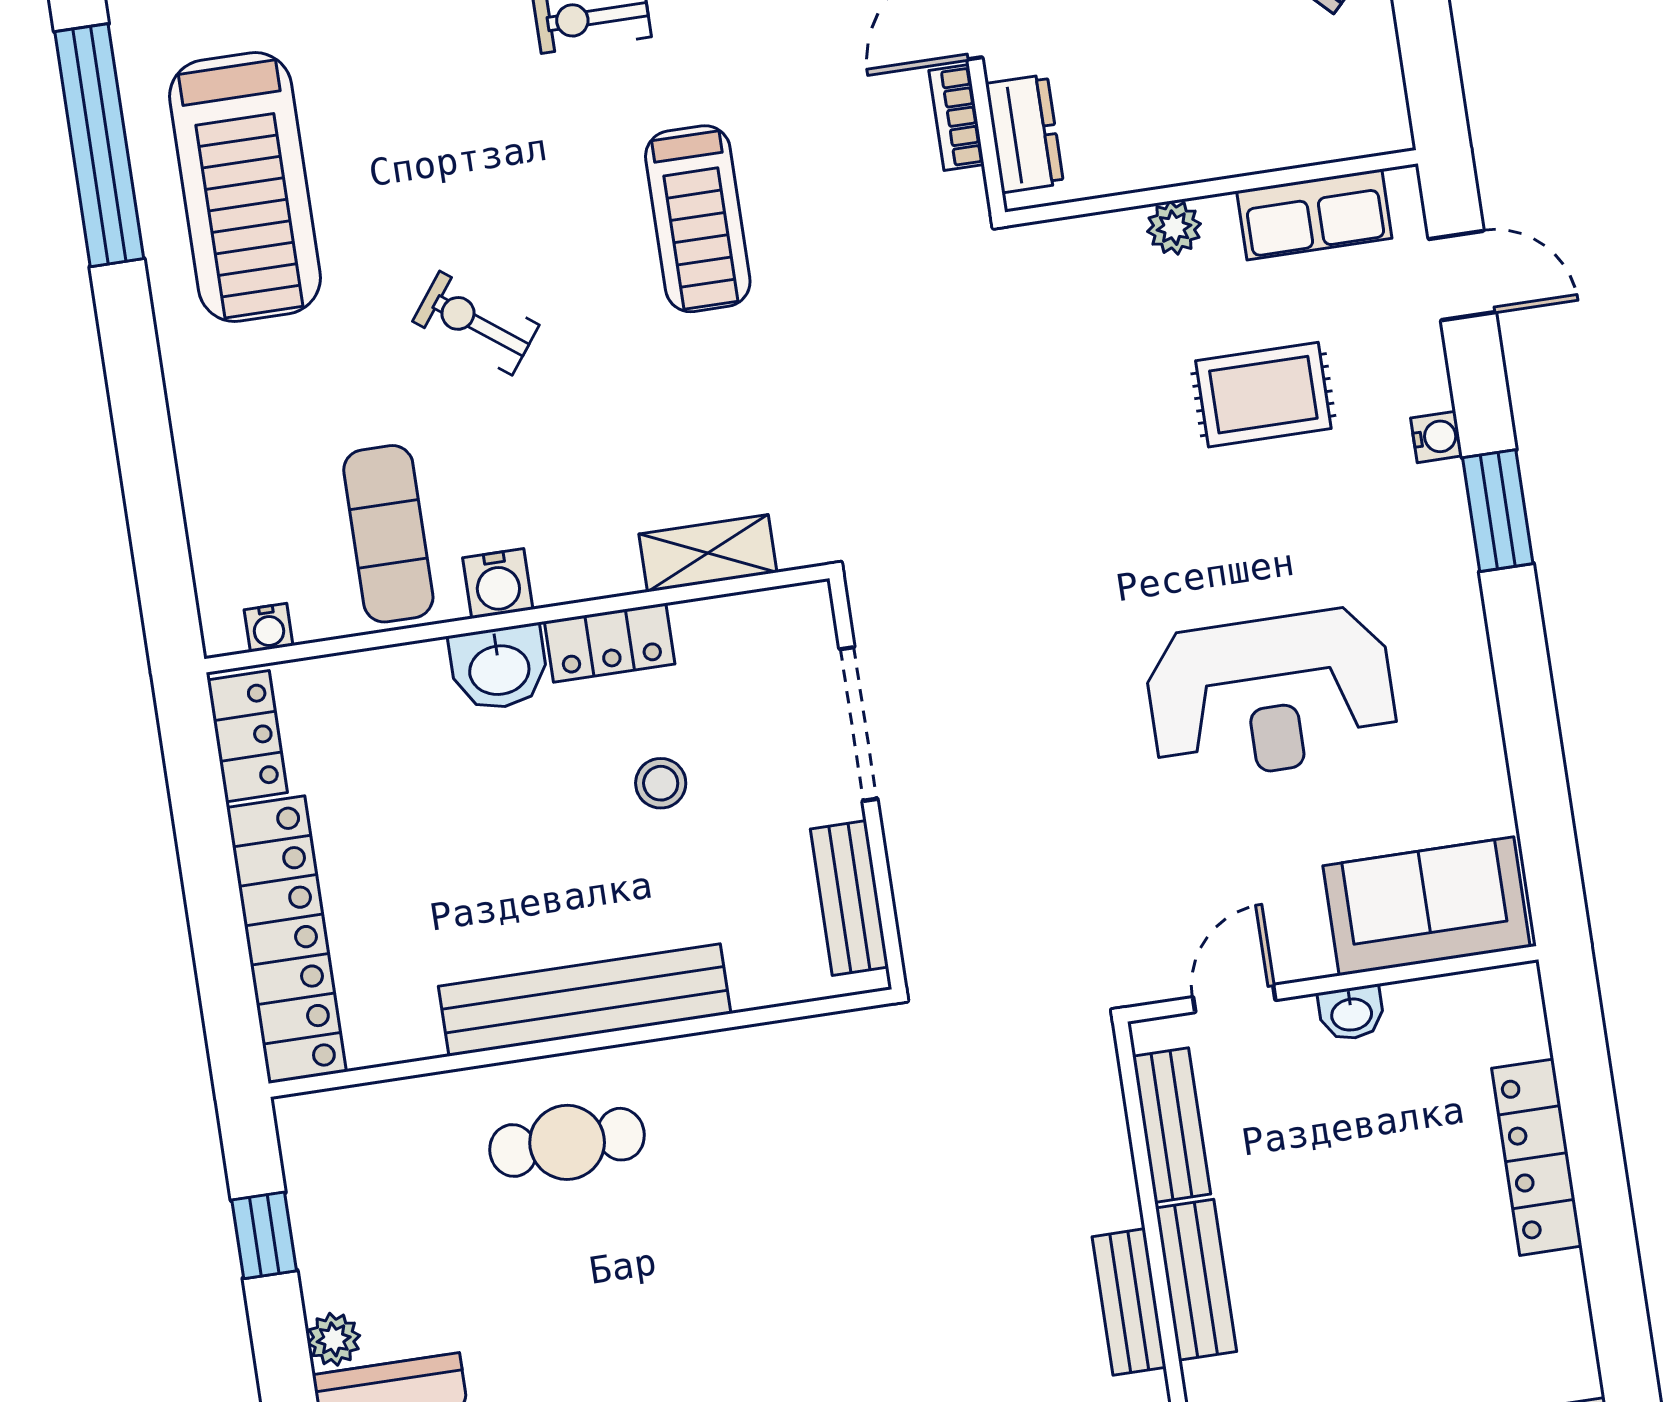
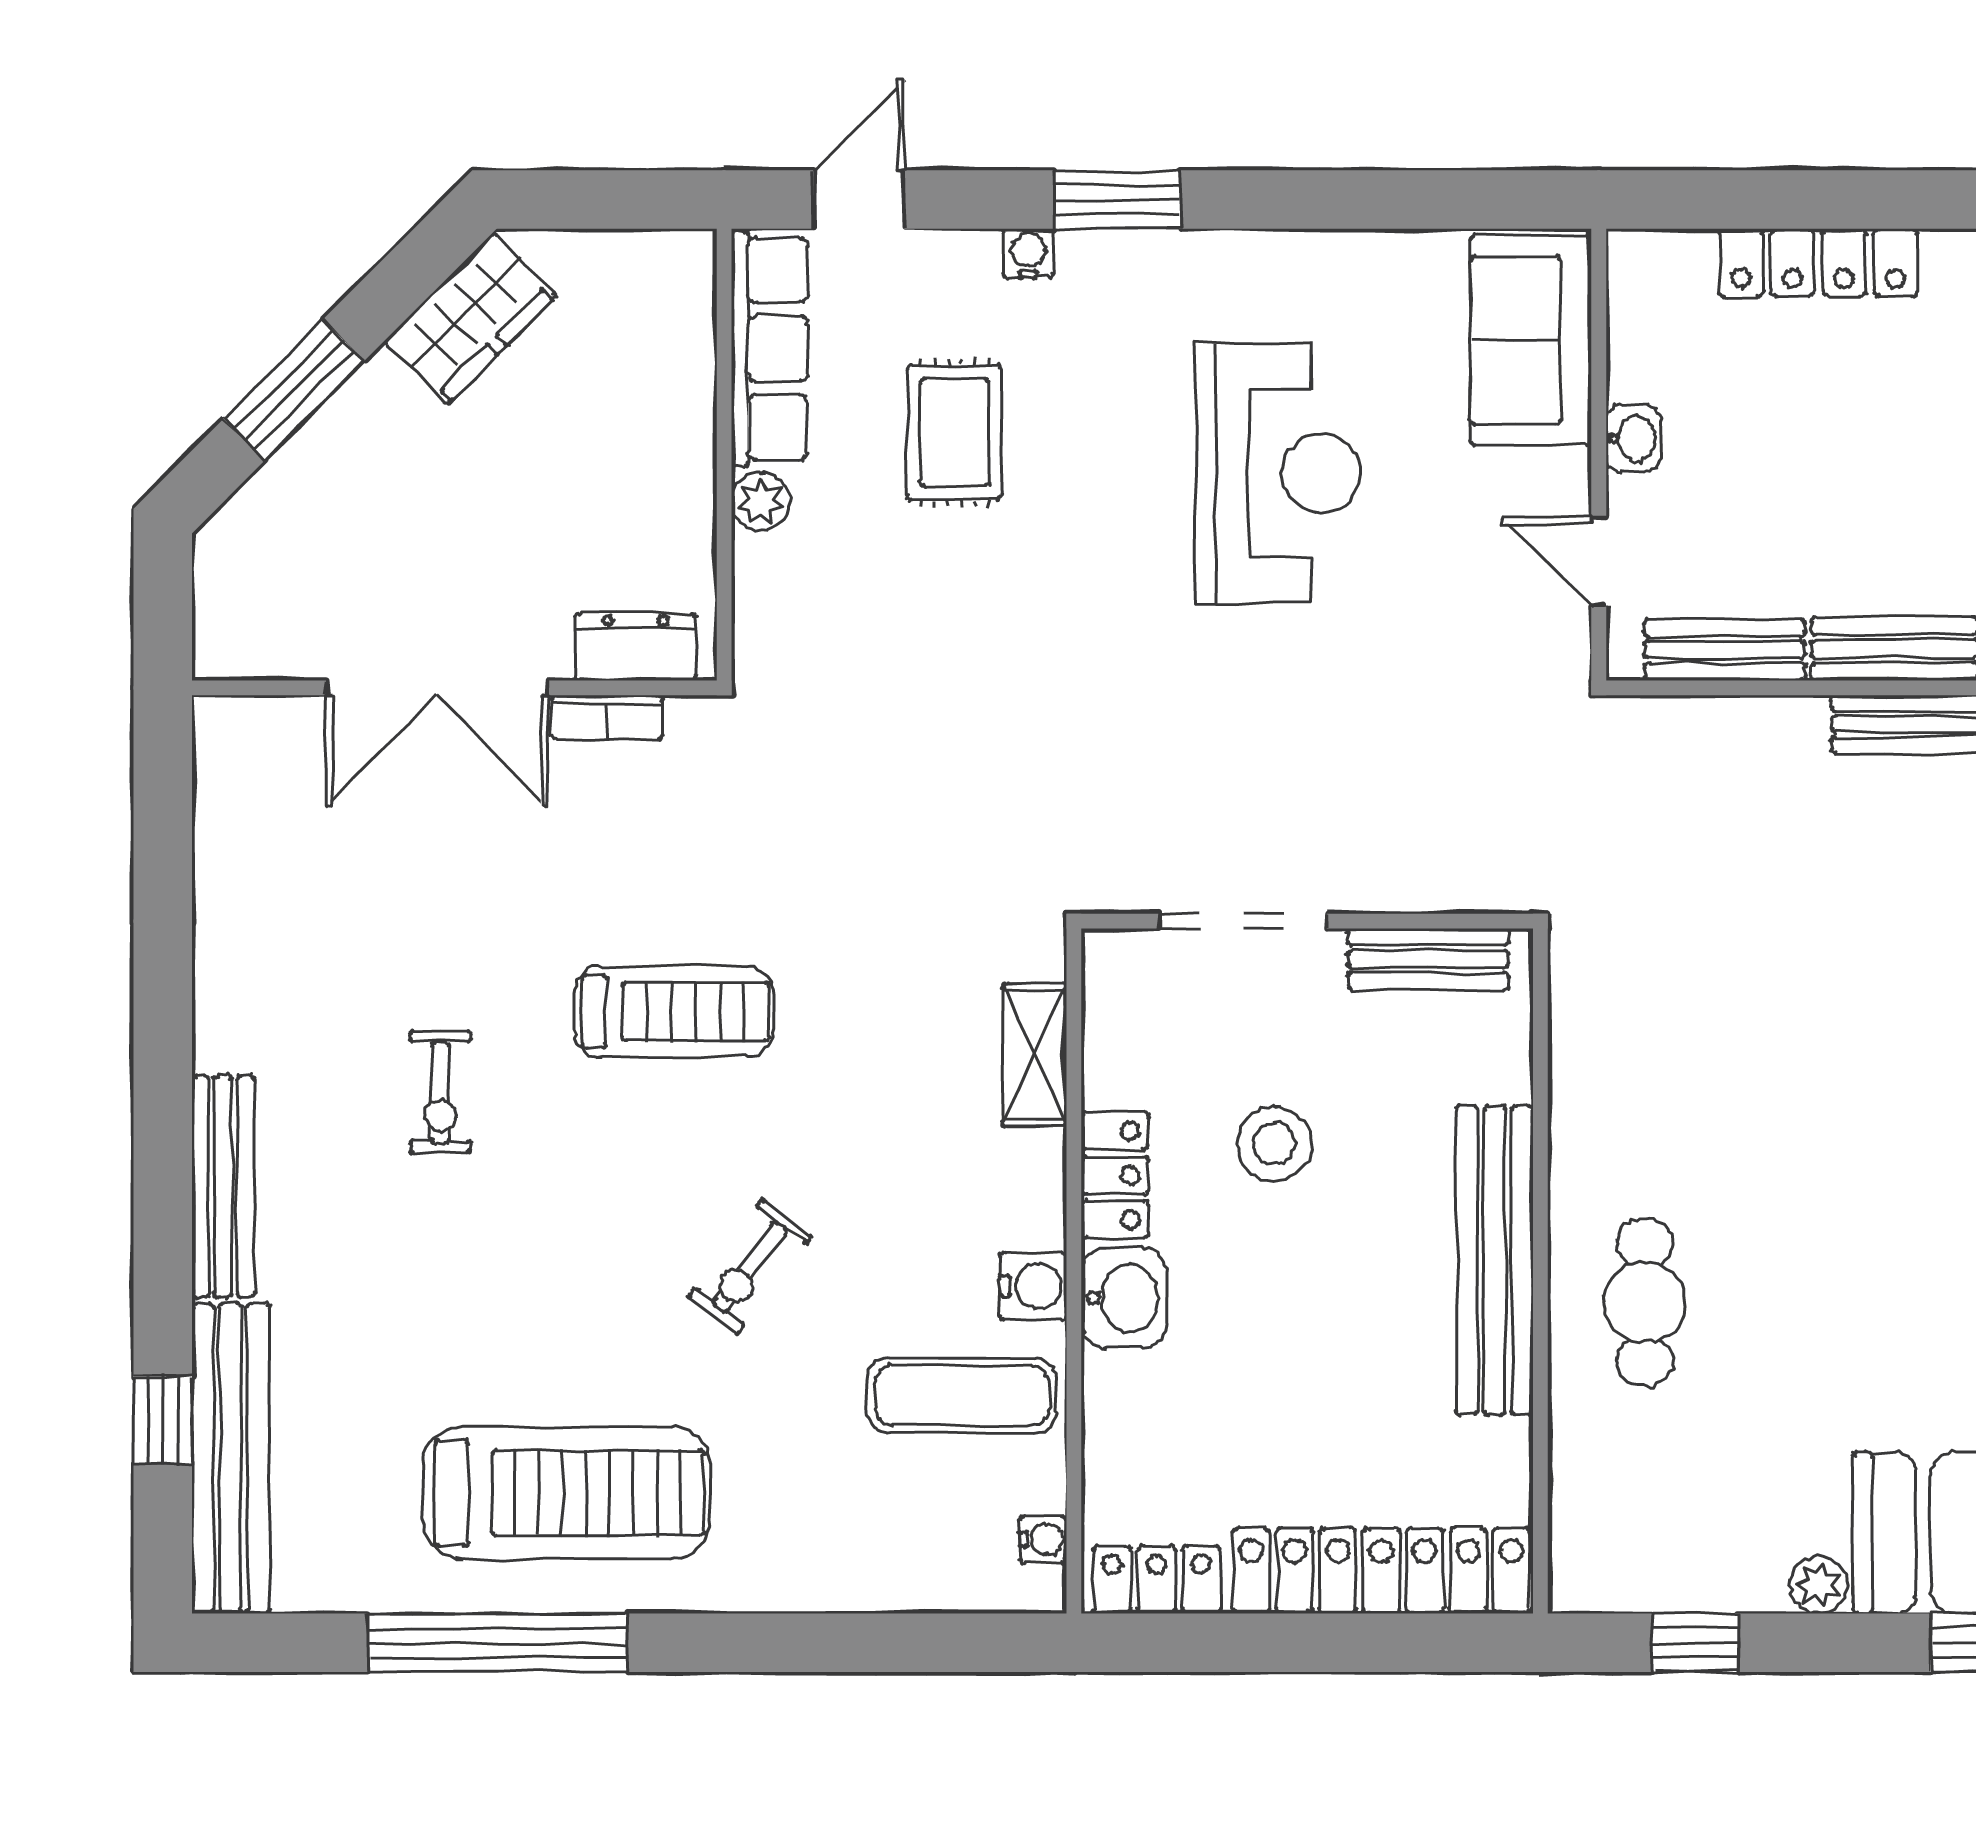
row of seats: (1314, 215) -> (769, 349), width x1.48
stool: (661, 783) -> (1274, 1143), width x1.37, depth x1.37

